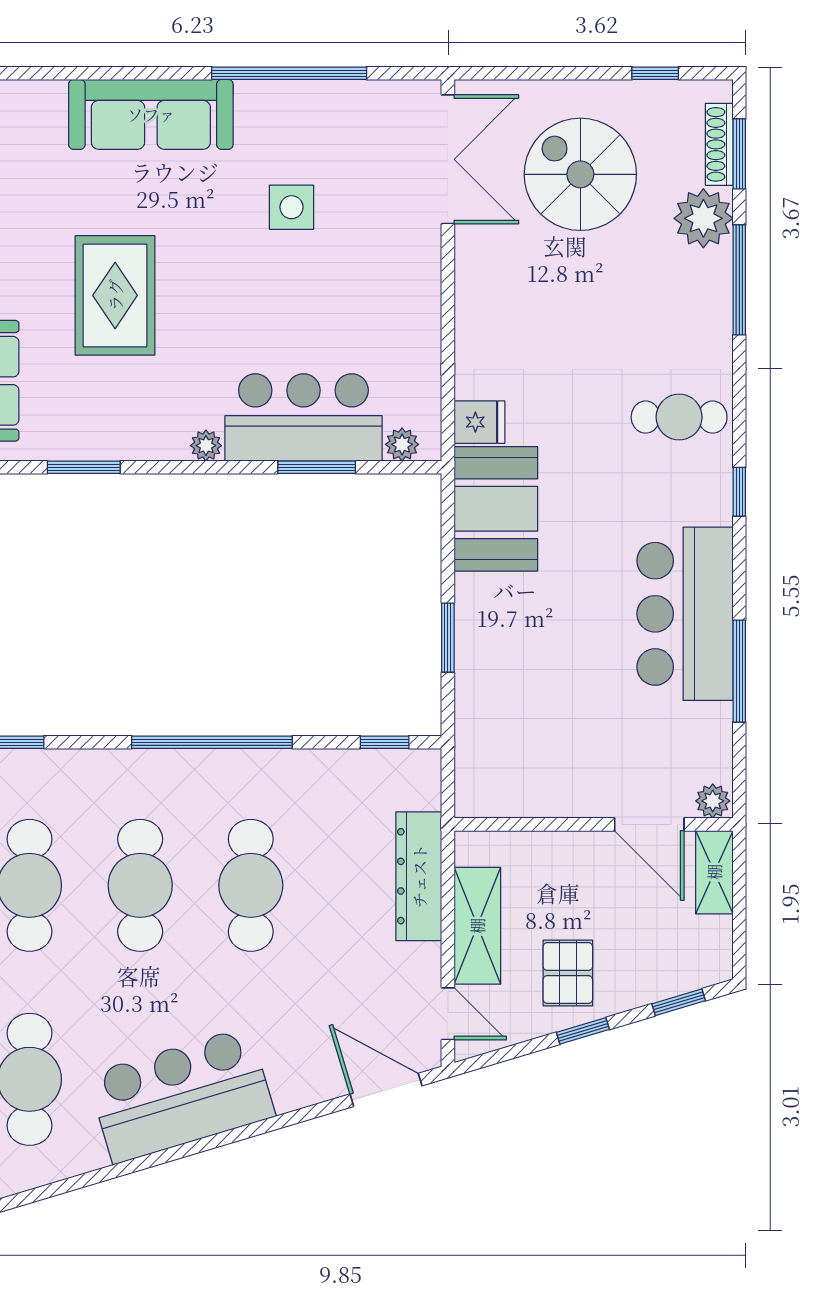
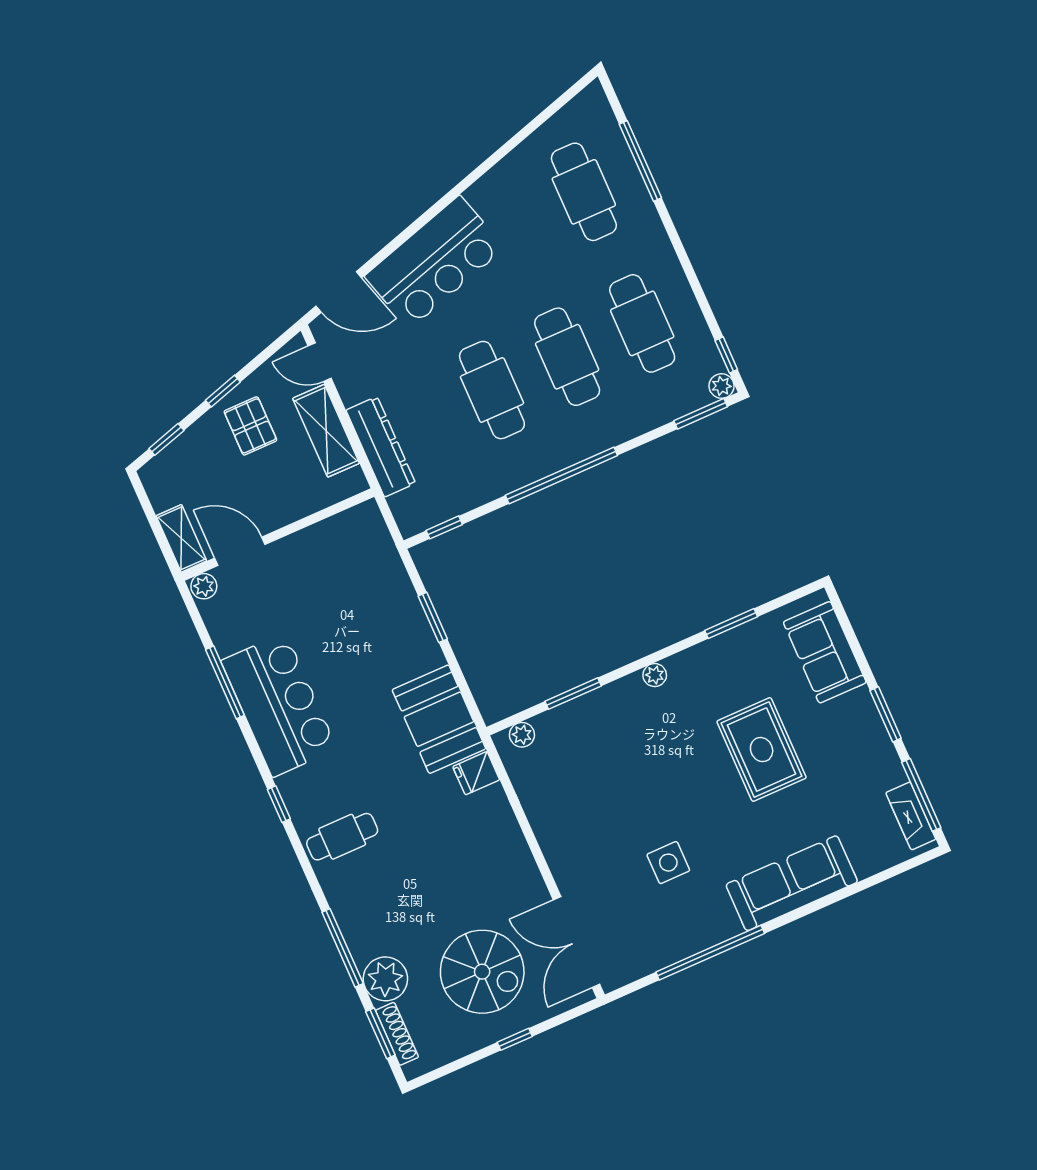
window: (655, 73) -> (515, 1039), moved
bar counter: (303, 417) -> (597, 723), removed
bar counter: (181, 1095) -> (435, 262), moved

